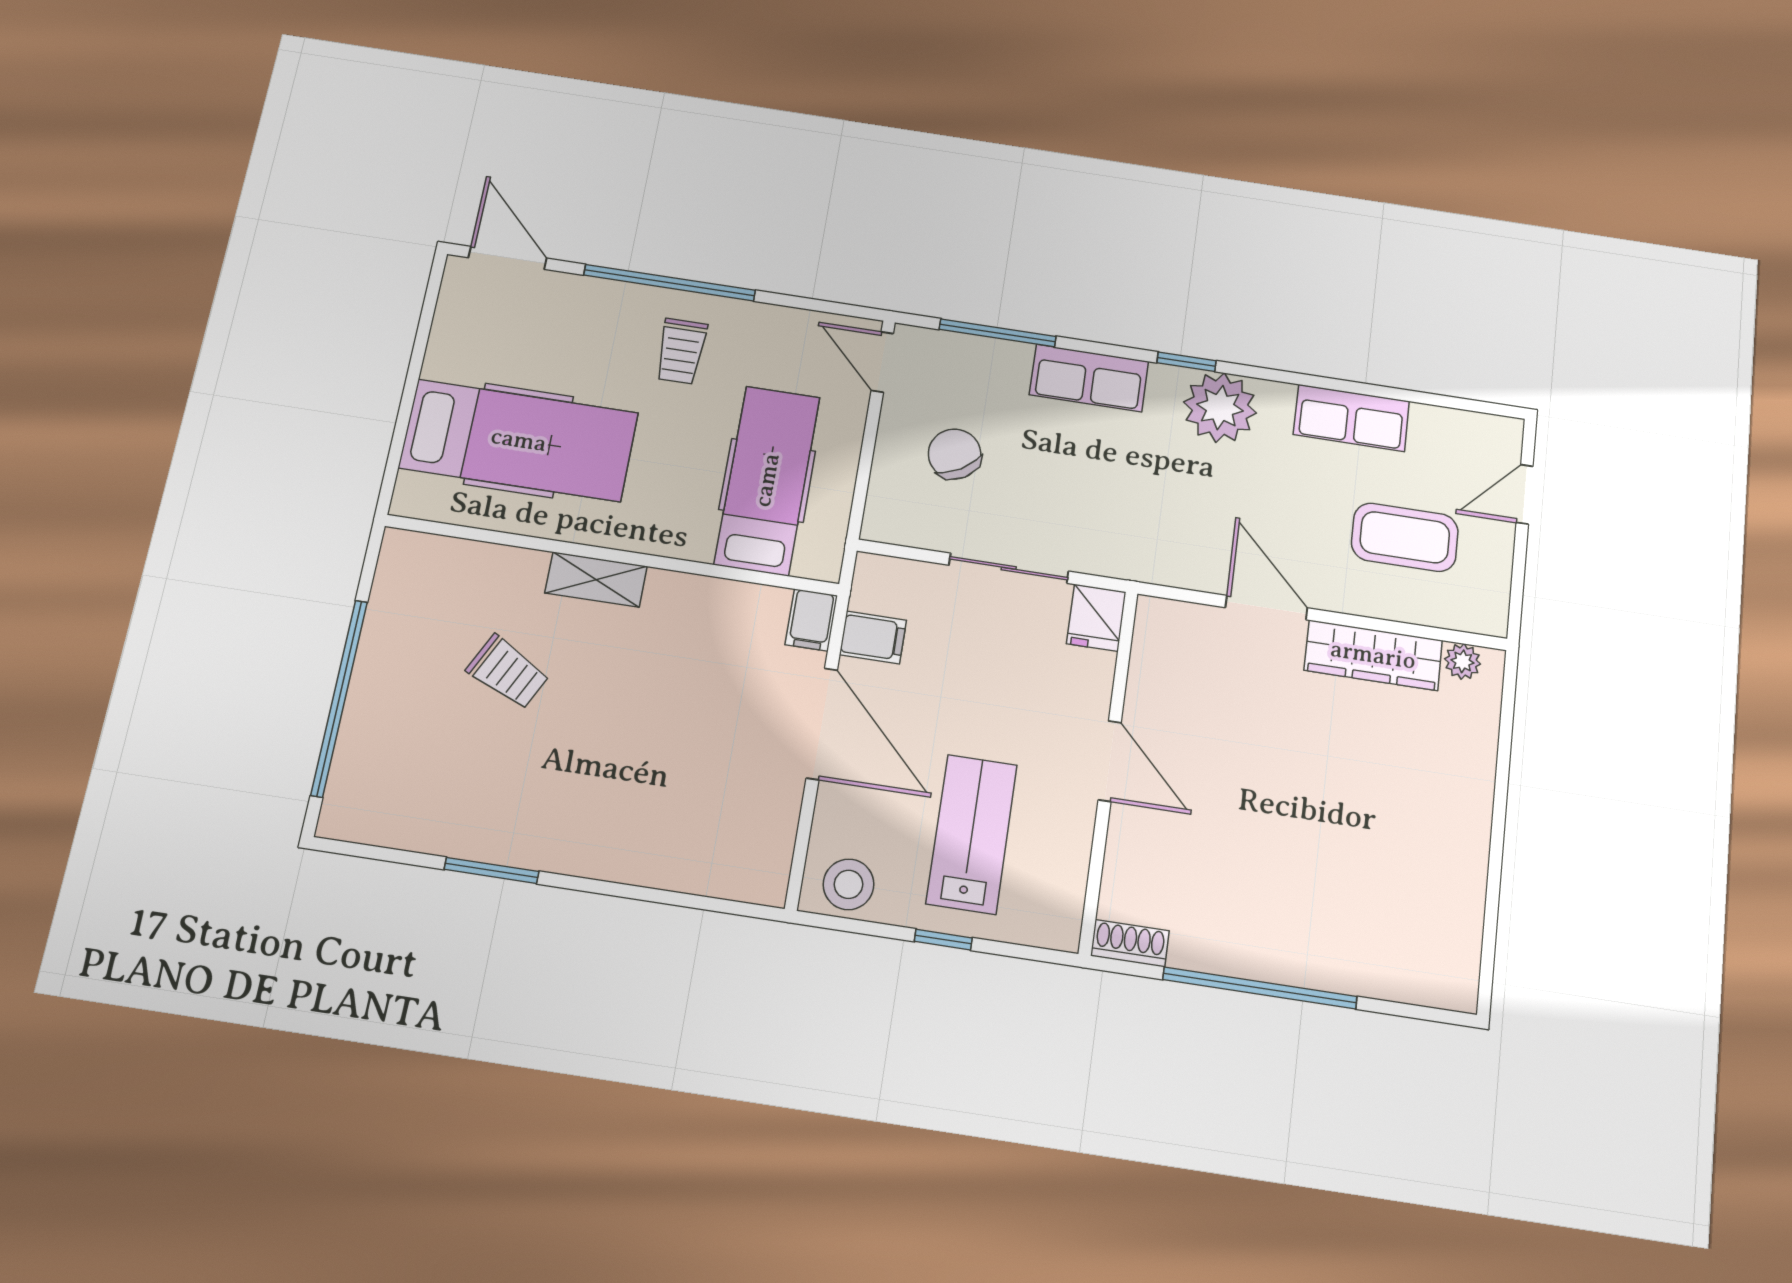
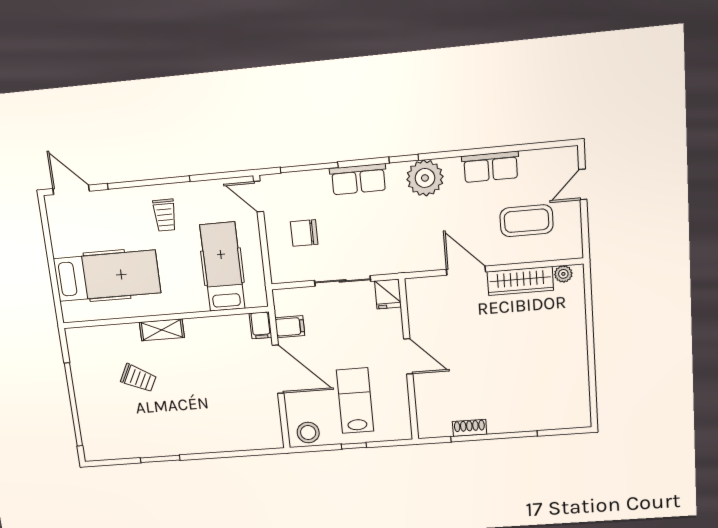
chair: (955, 454) -> (304, 233), turned -59
shoe rack: (1130, 943) -> (469, 428), moved

